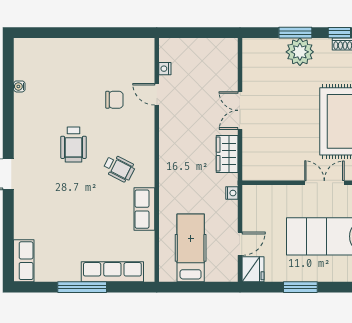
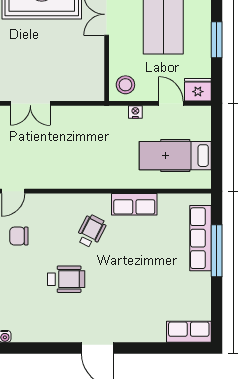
chair: (114, 100) -> (19, 236), turned -90
wardrobe: (227, 154) -> (76, 117), removed
nightstand: (232, 193) -> (135, 112), moved
stool: (258, 201) -> (125, 85), added
window: (82, 287) -> (217, 251), moved

